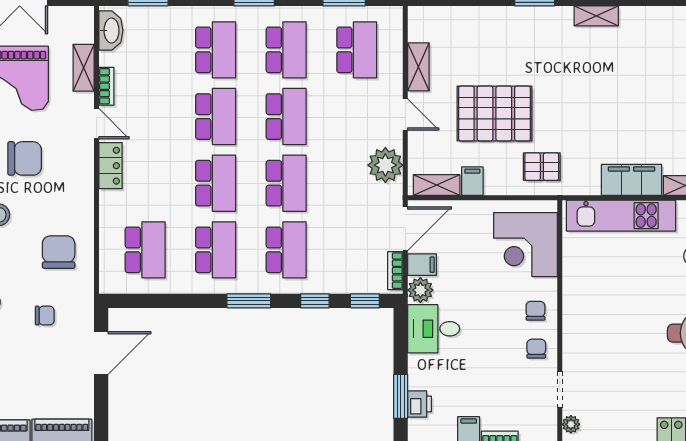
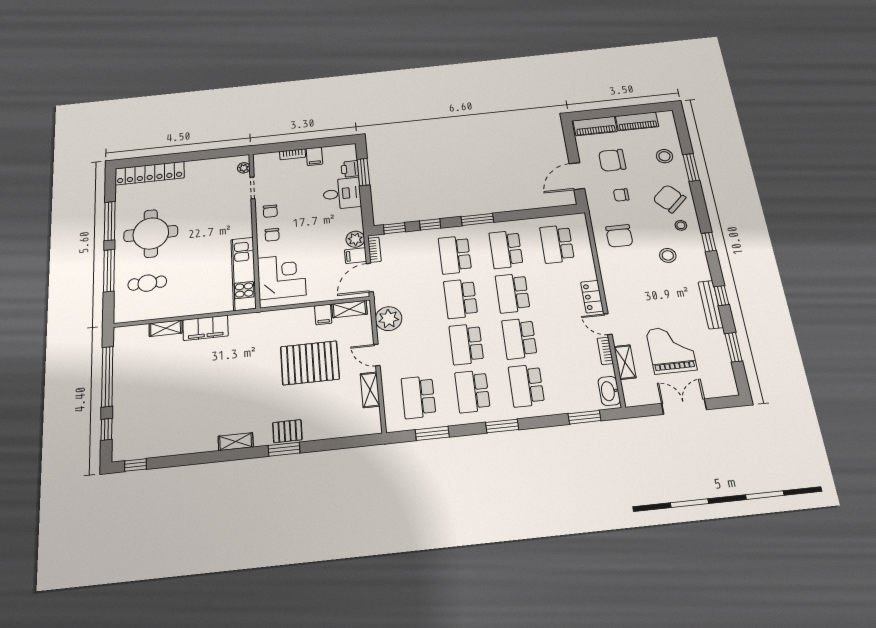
chair: (25, 158) -> (612, 160), moved
pallet: (542, 167) -> (287, 431), moved
kitchen unit: (621, 216) -> (243, 274), moved, turned -90
desk: (434, 329) -> (342, 194), moved

